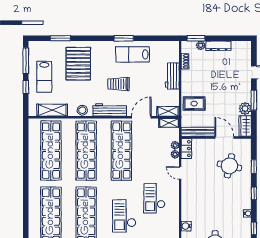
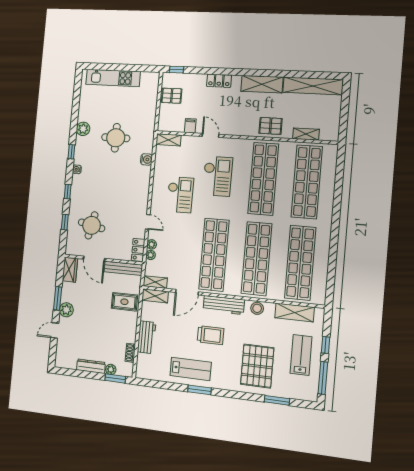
plant: (245, 109) -> (66, 310), moved

